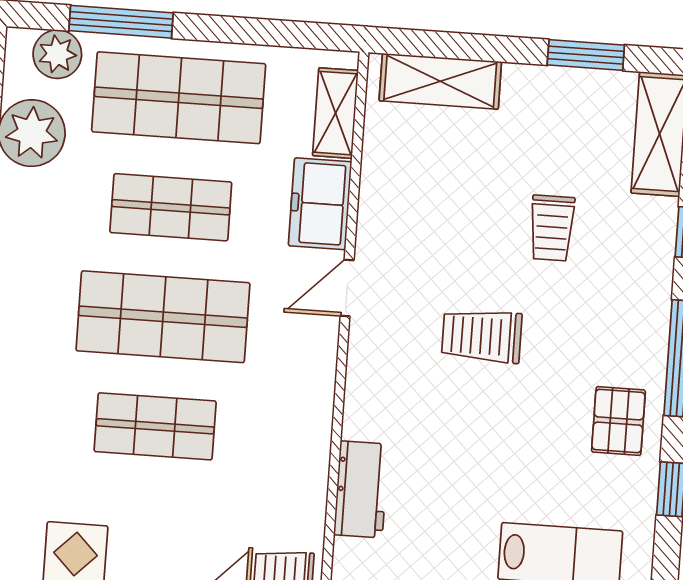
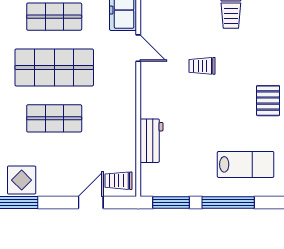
door: (347, 288) -> (138, 48), swing flipped
trolley: (482, 336) -> (202, 66), width x0.73, depth x0.72

